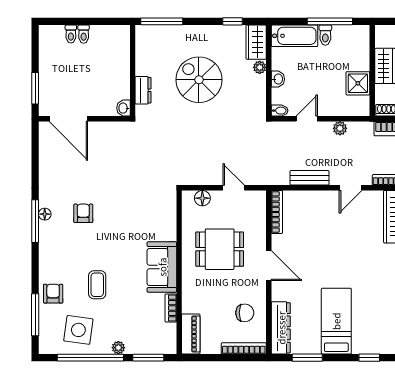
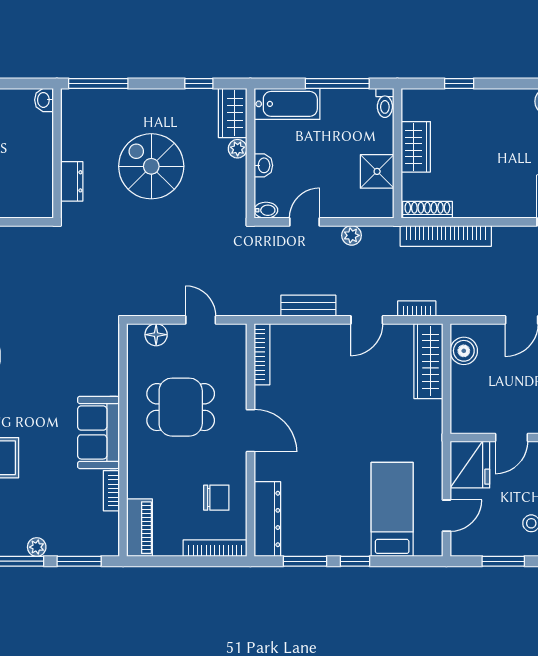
toilet: (325, 35) -> (385, 103), moved
washbasin: (123, 108) -> (44, 100), moved
bed: (336, 321) -> (392, 509), moved
window: (369, 358) -> (355, 561), moved

